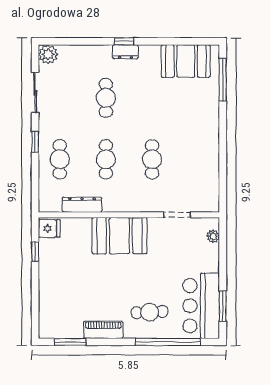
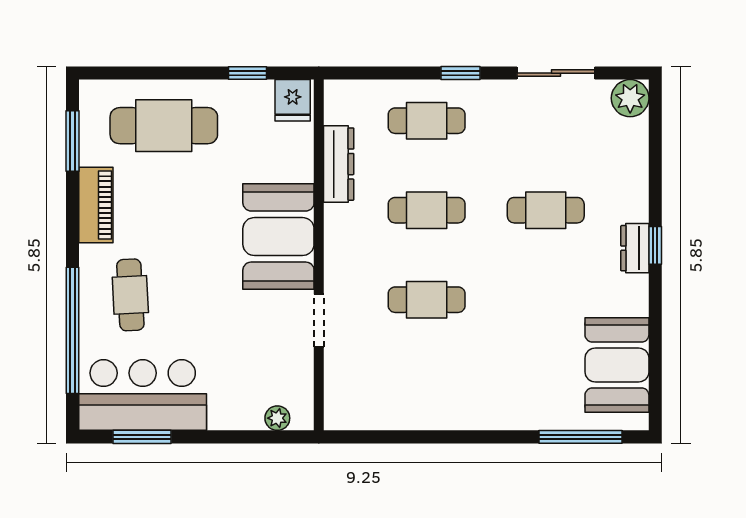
doorway: (177, 215) -> (319, 321), moved
cafe table: (62, 295) -> (164, 126), added

